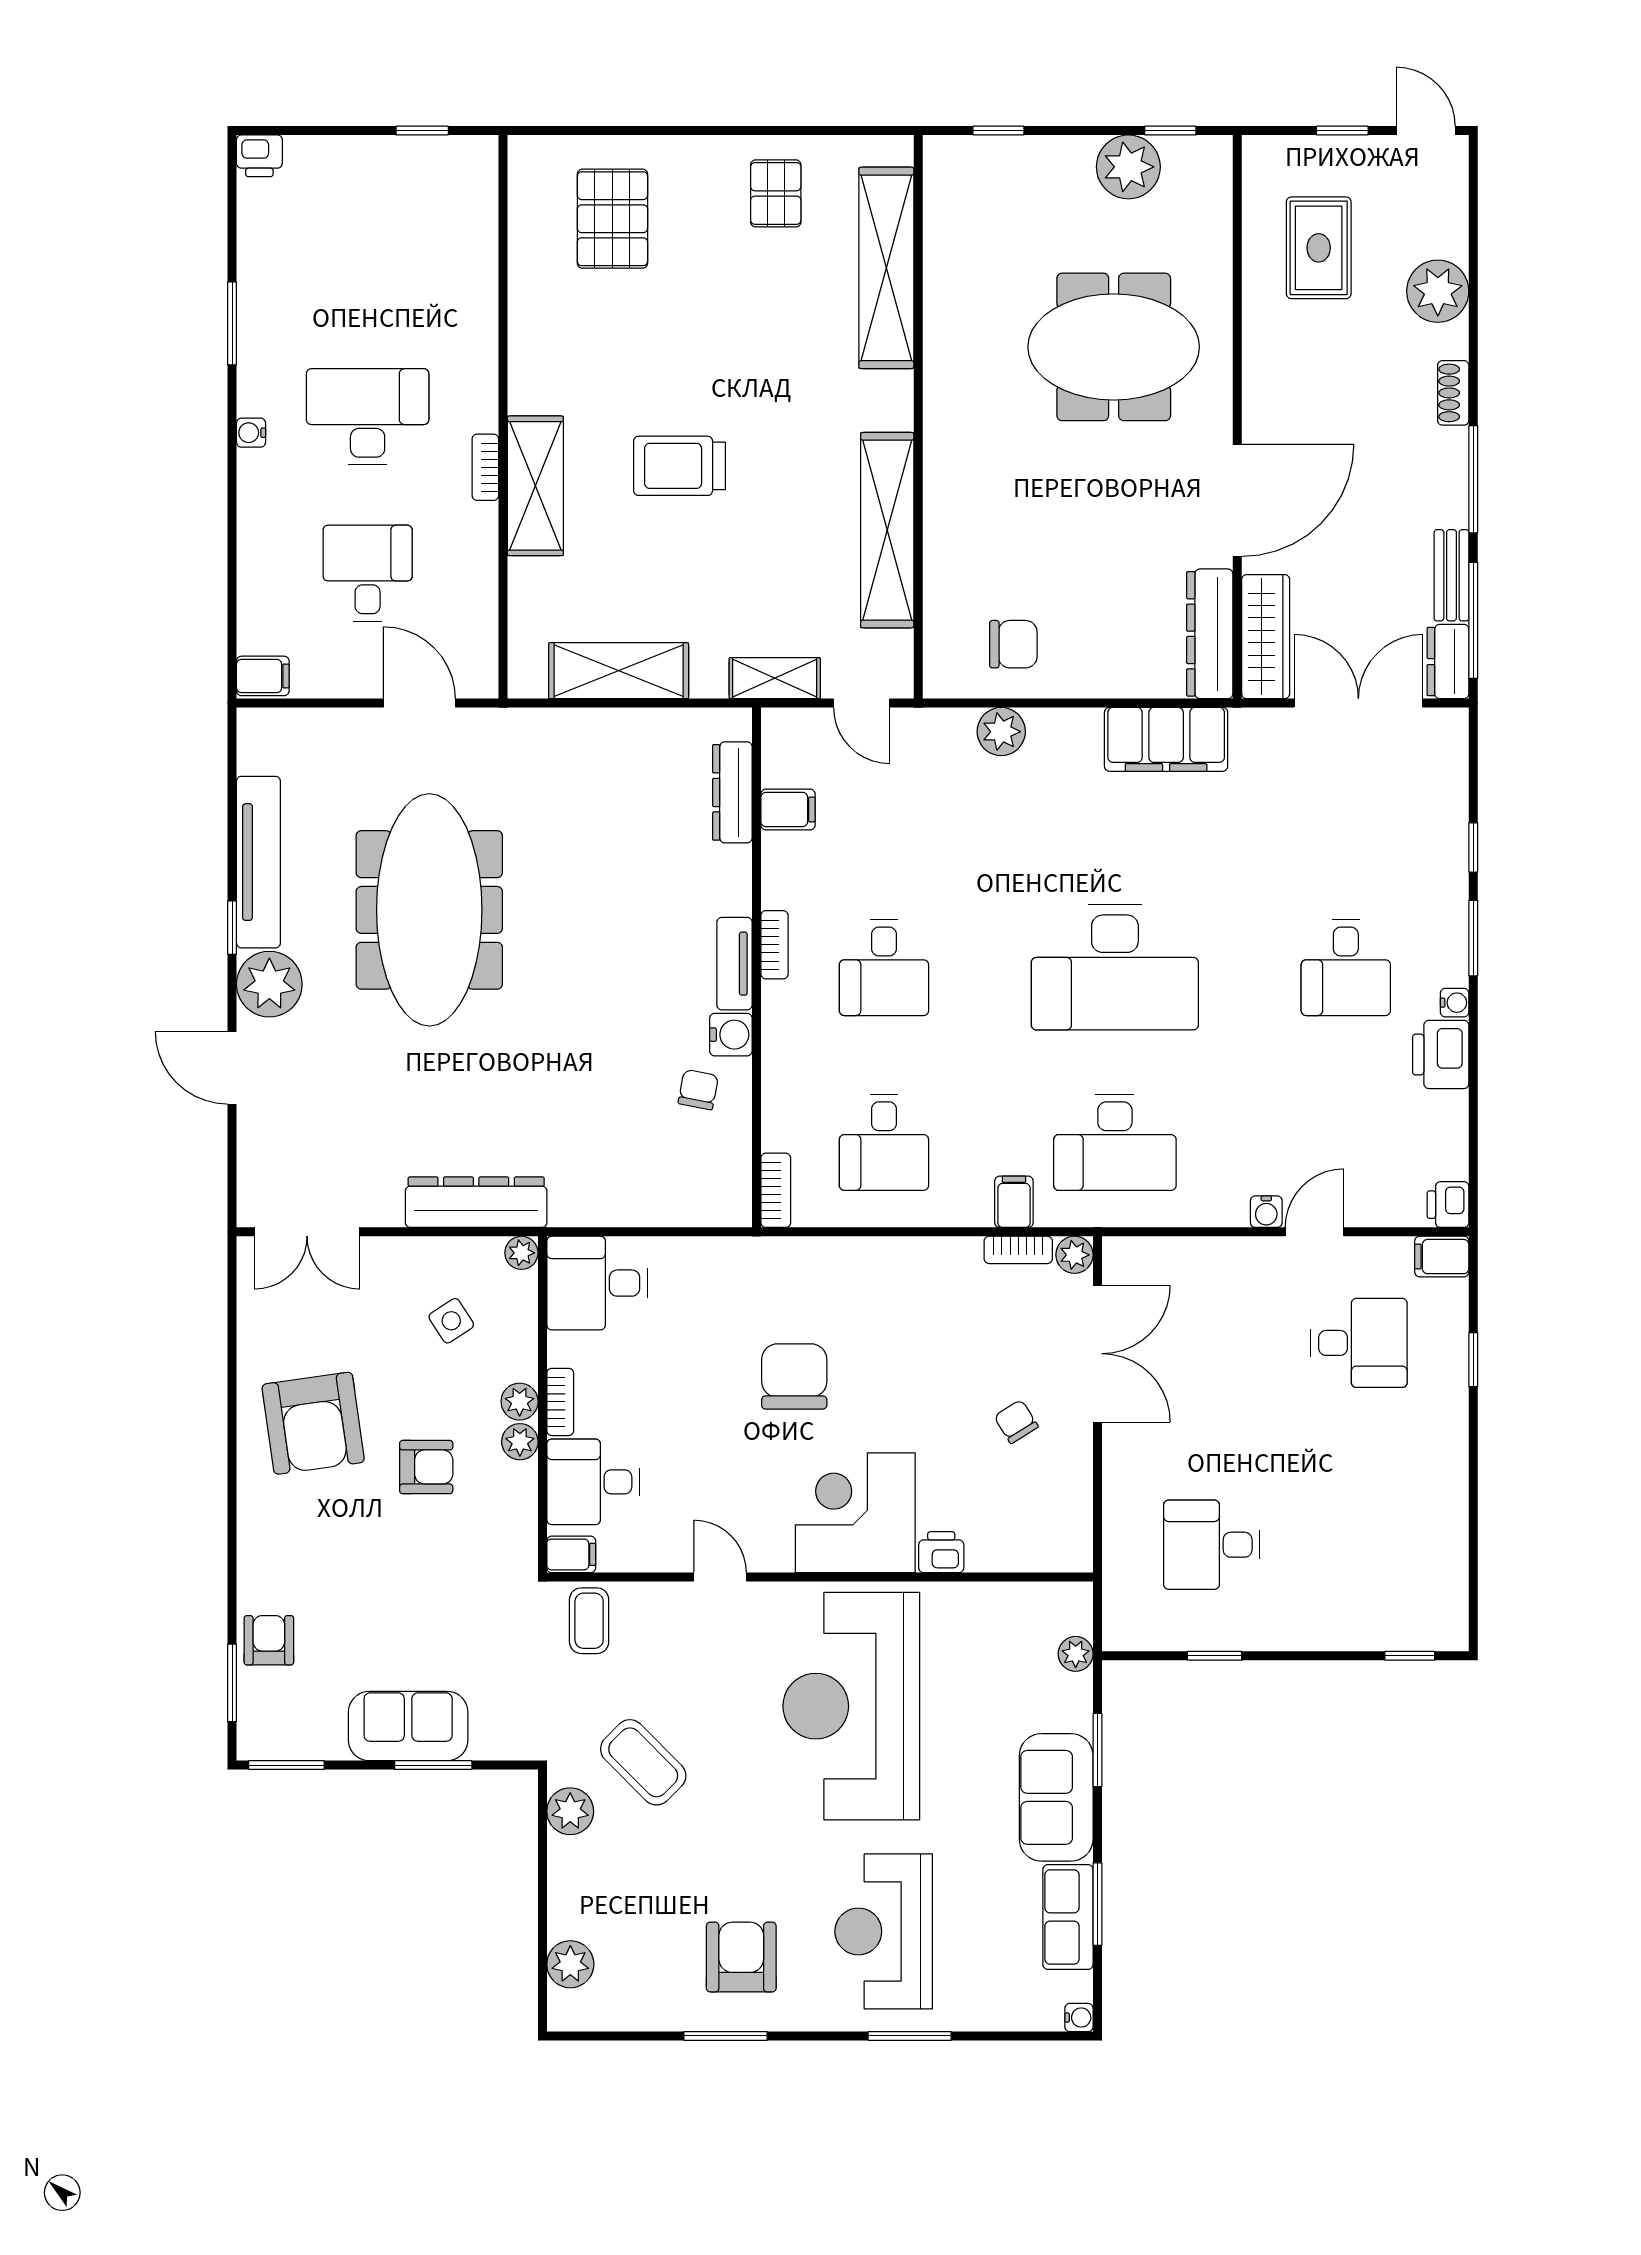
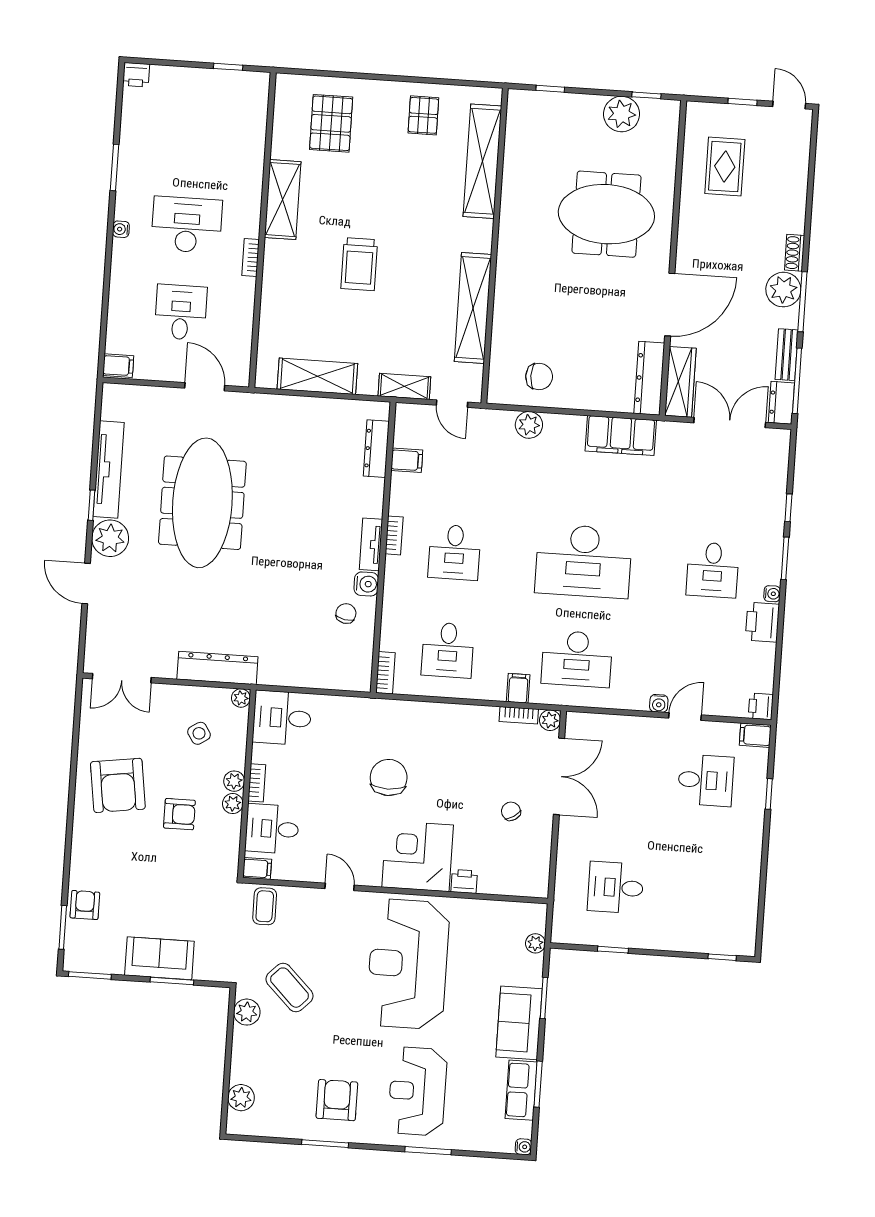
plant: (1438, 291) -> (783, 290), moved
trolley: (679, 466) -> (359, 264), turned -90
shelving: (535, 486) -> (283, 200), moved

